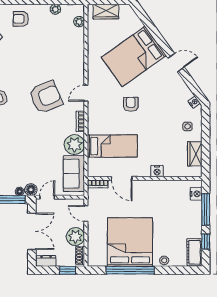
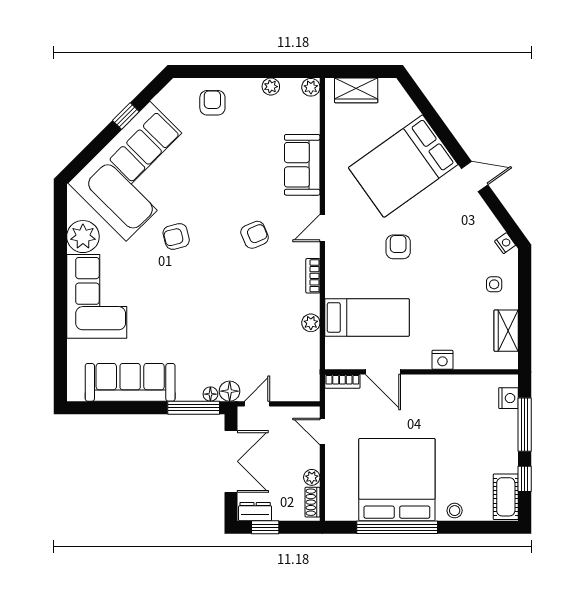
armchair: (21, 19) -> (212, 103), turned 90
plant: (79, 22) -> (311, 87), moved
armchair: (46, 97) -> (255, 235), width x0.53, depth x0.53
plant: (74, 145) -> (311, 323), width x0.53, depth x0.53
sofa: (74, 174) -> (302, 165), moved
plant: (75, 237) -> (312, 477), width x0.53, depth x0.53
window: (68, 270) -> (265, 527), moved

